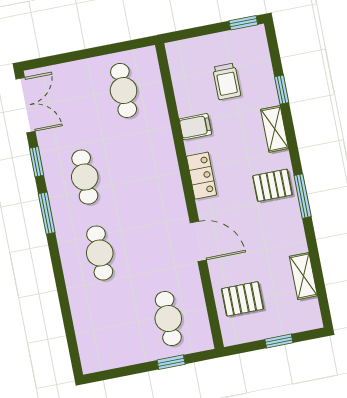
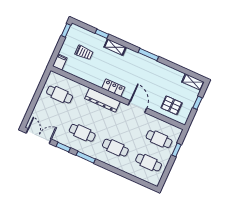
filing cabinet: (195, 127) -> (60, 62), moved
dresser: (167, 172) -> (103, 100), added
pallet: (272, 185) -> (136, 63), removed
door: (198, 241) -> (138, 107), hinge flipped
shelving: (303, 276) -> (193, 82), moved
pallet: (242, 299) -> (172, 105), turned 90
cafe table: (115, 329) -> (149, 162), added

